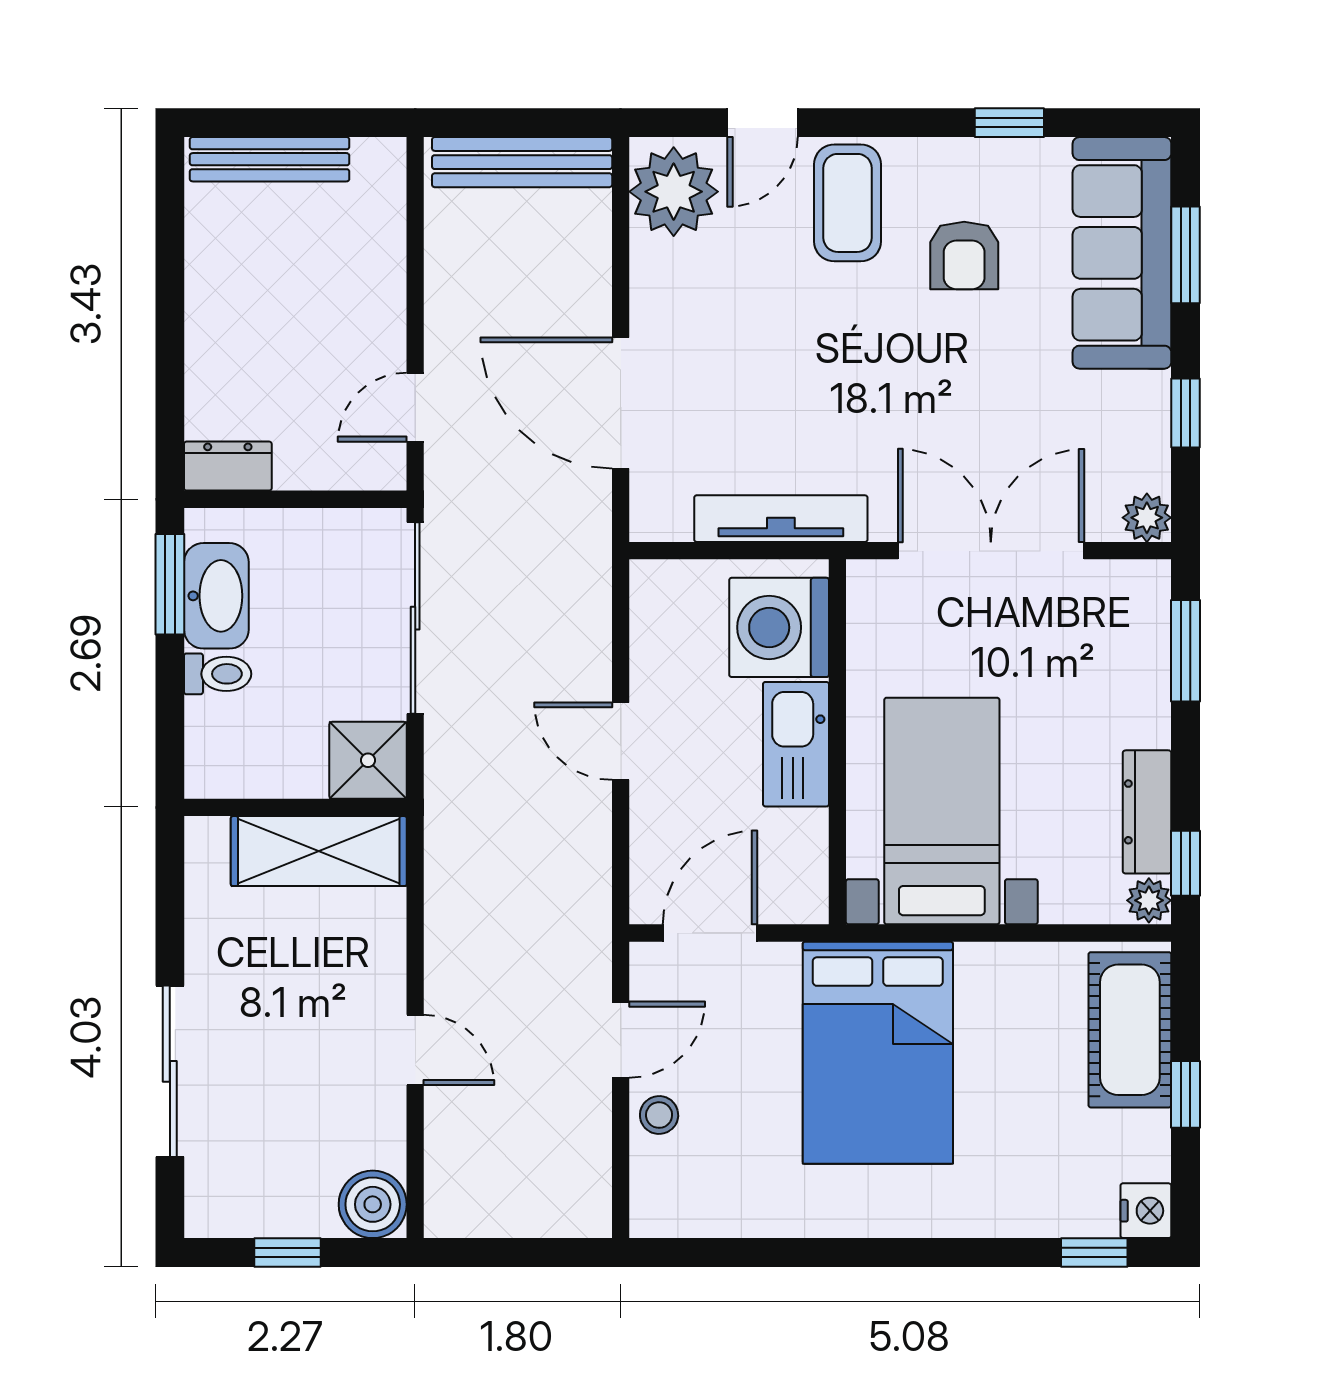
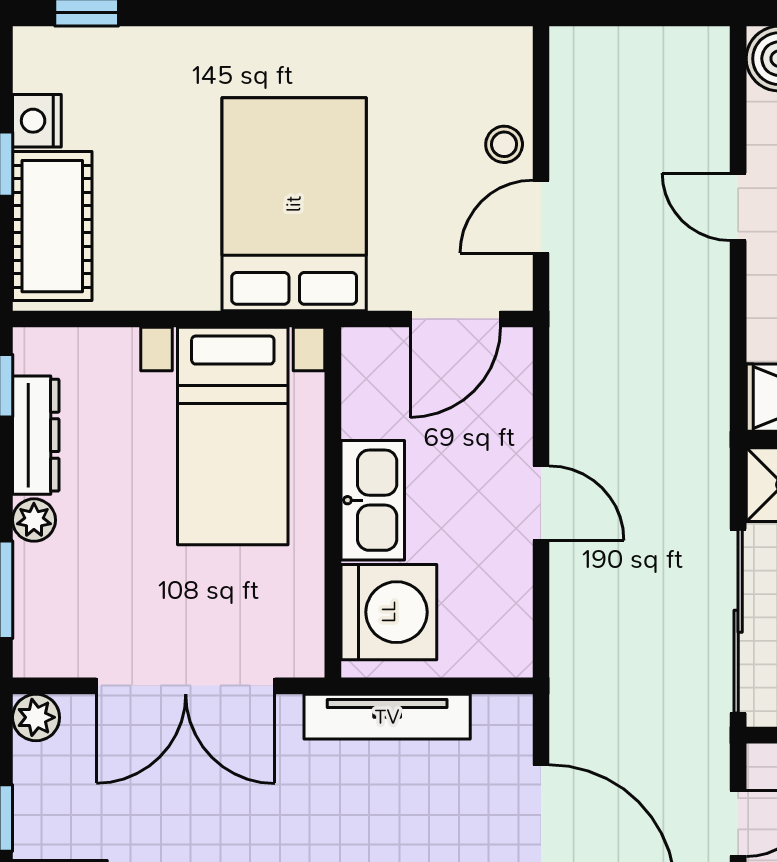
plant: (1149, 900) -> (34, 520), moved
nightstand: (1146, 1211) -> (37, 121), moved

